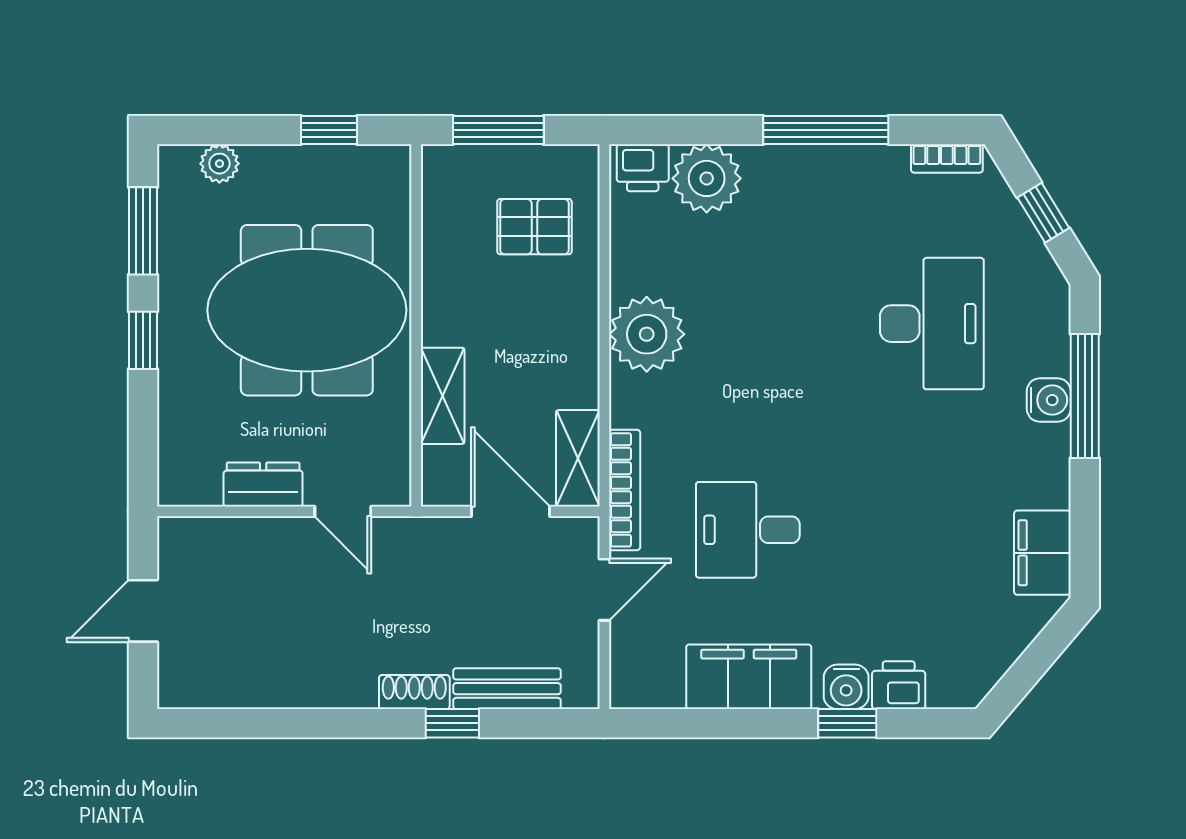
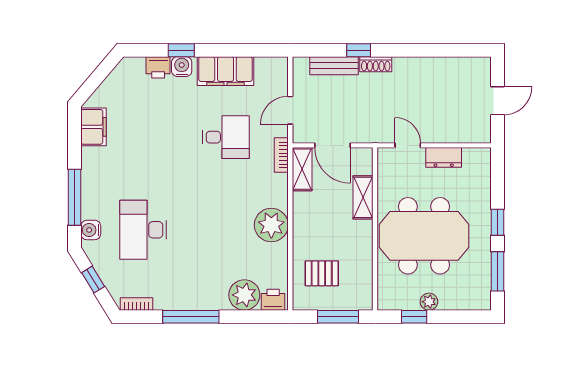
plant: (219, 164) -> (429, 302), moved
water cooler: (1049, 400) -> (91, 230), moved
bookcase: (625, 490) -> (281, 155), width x0.64

